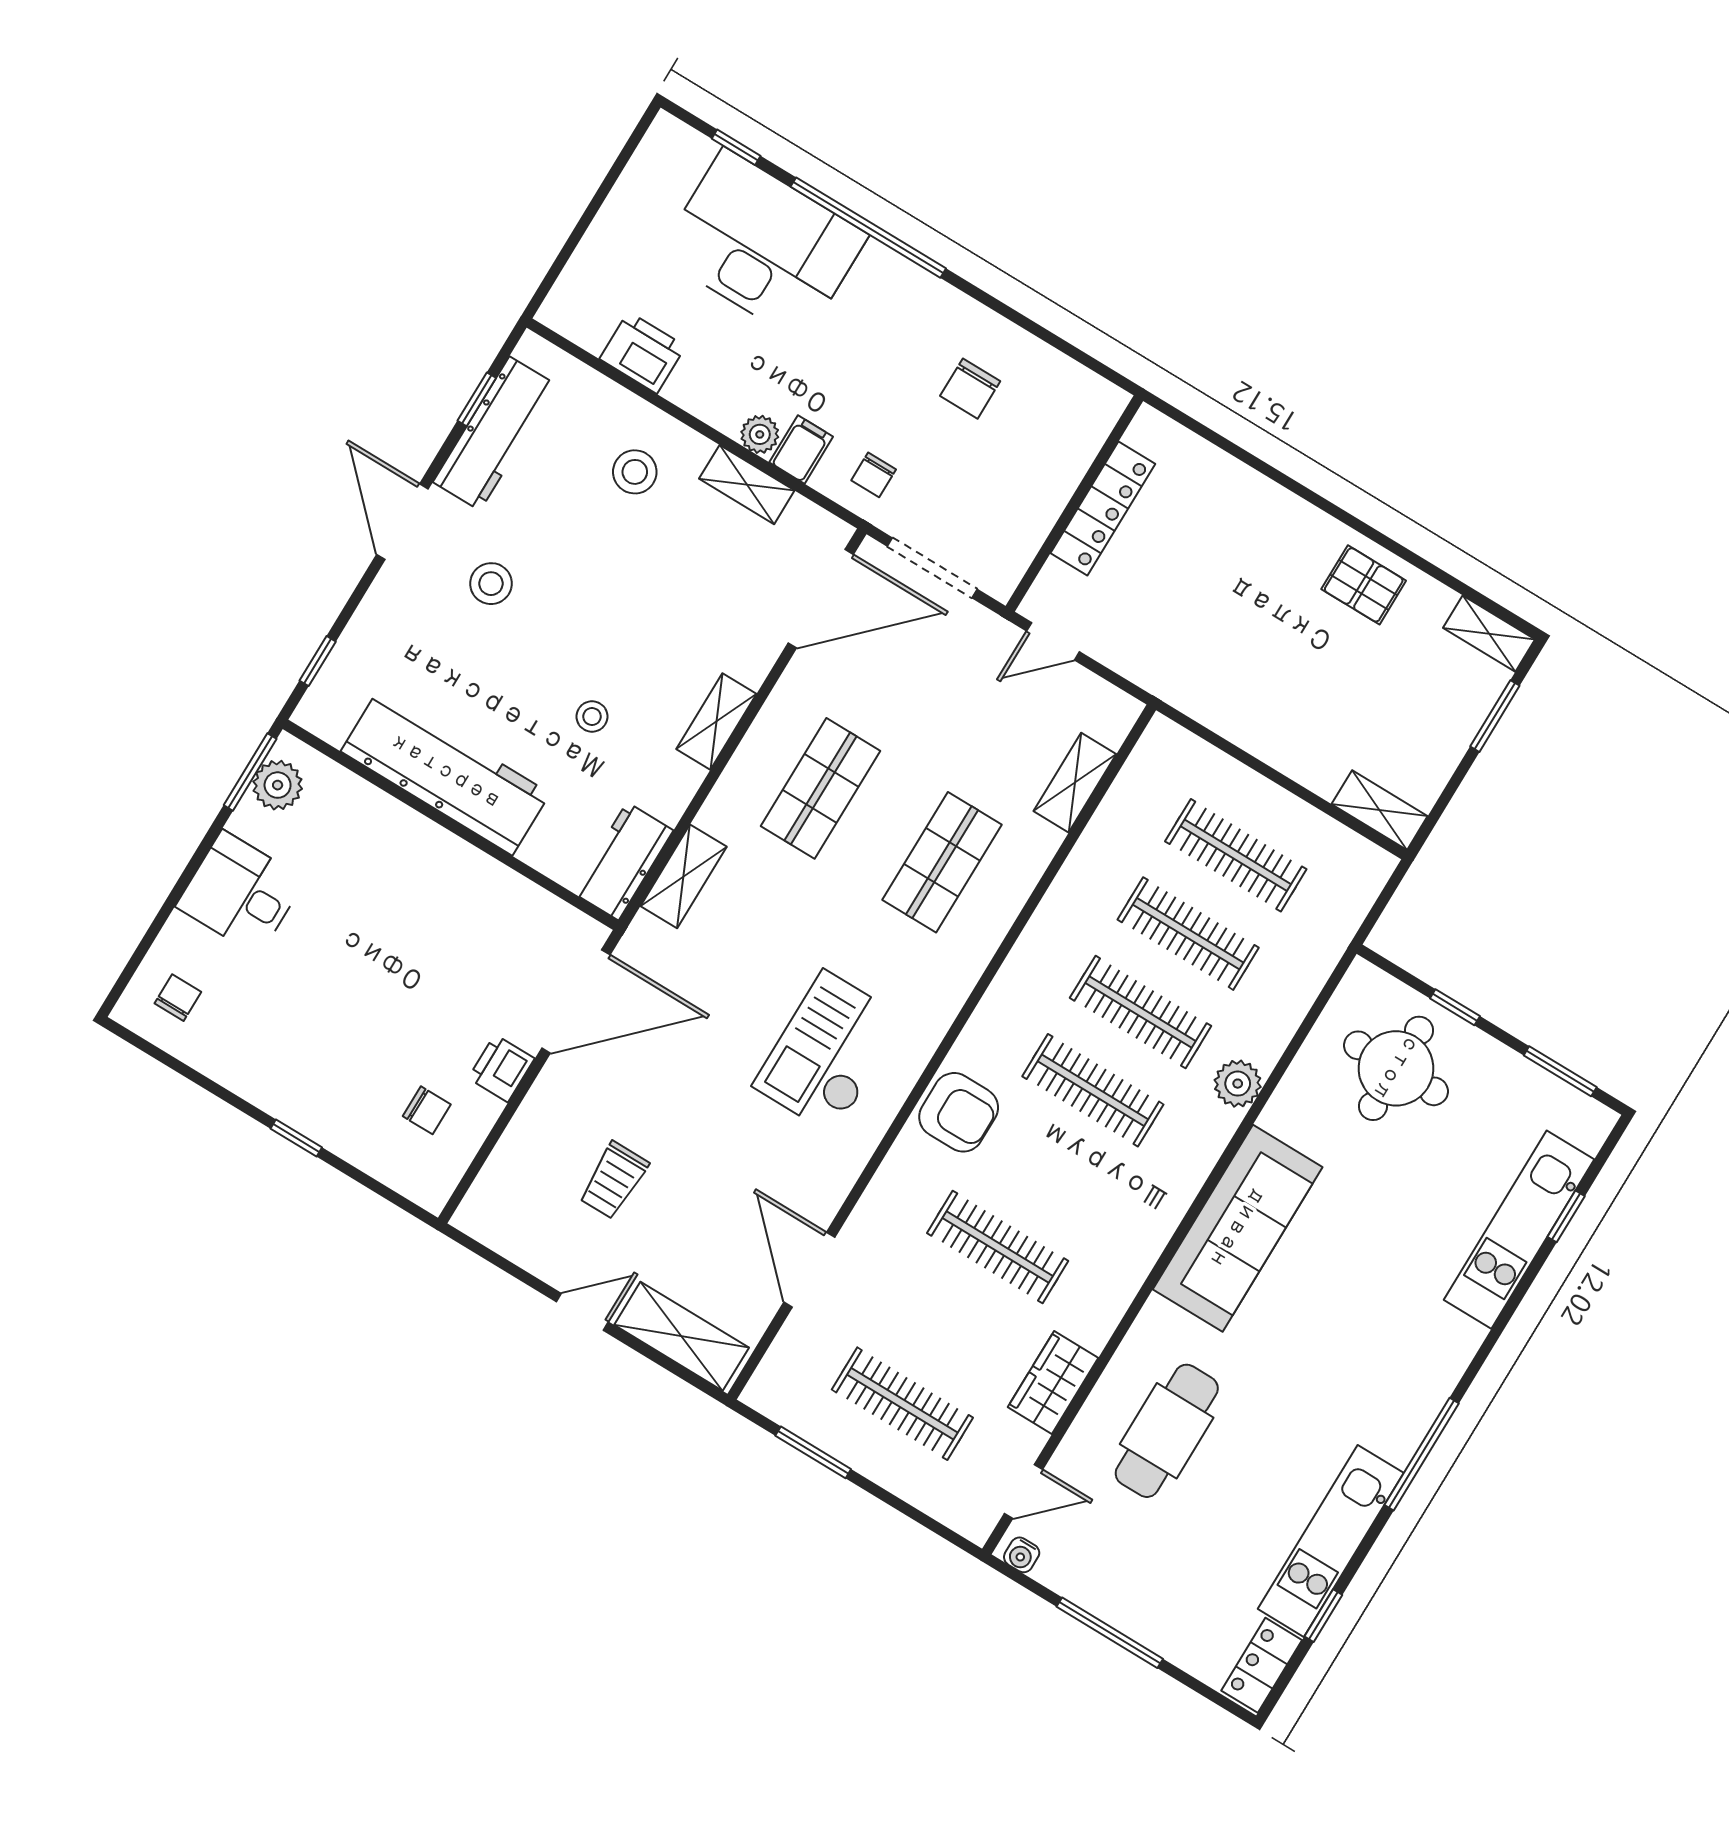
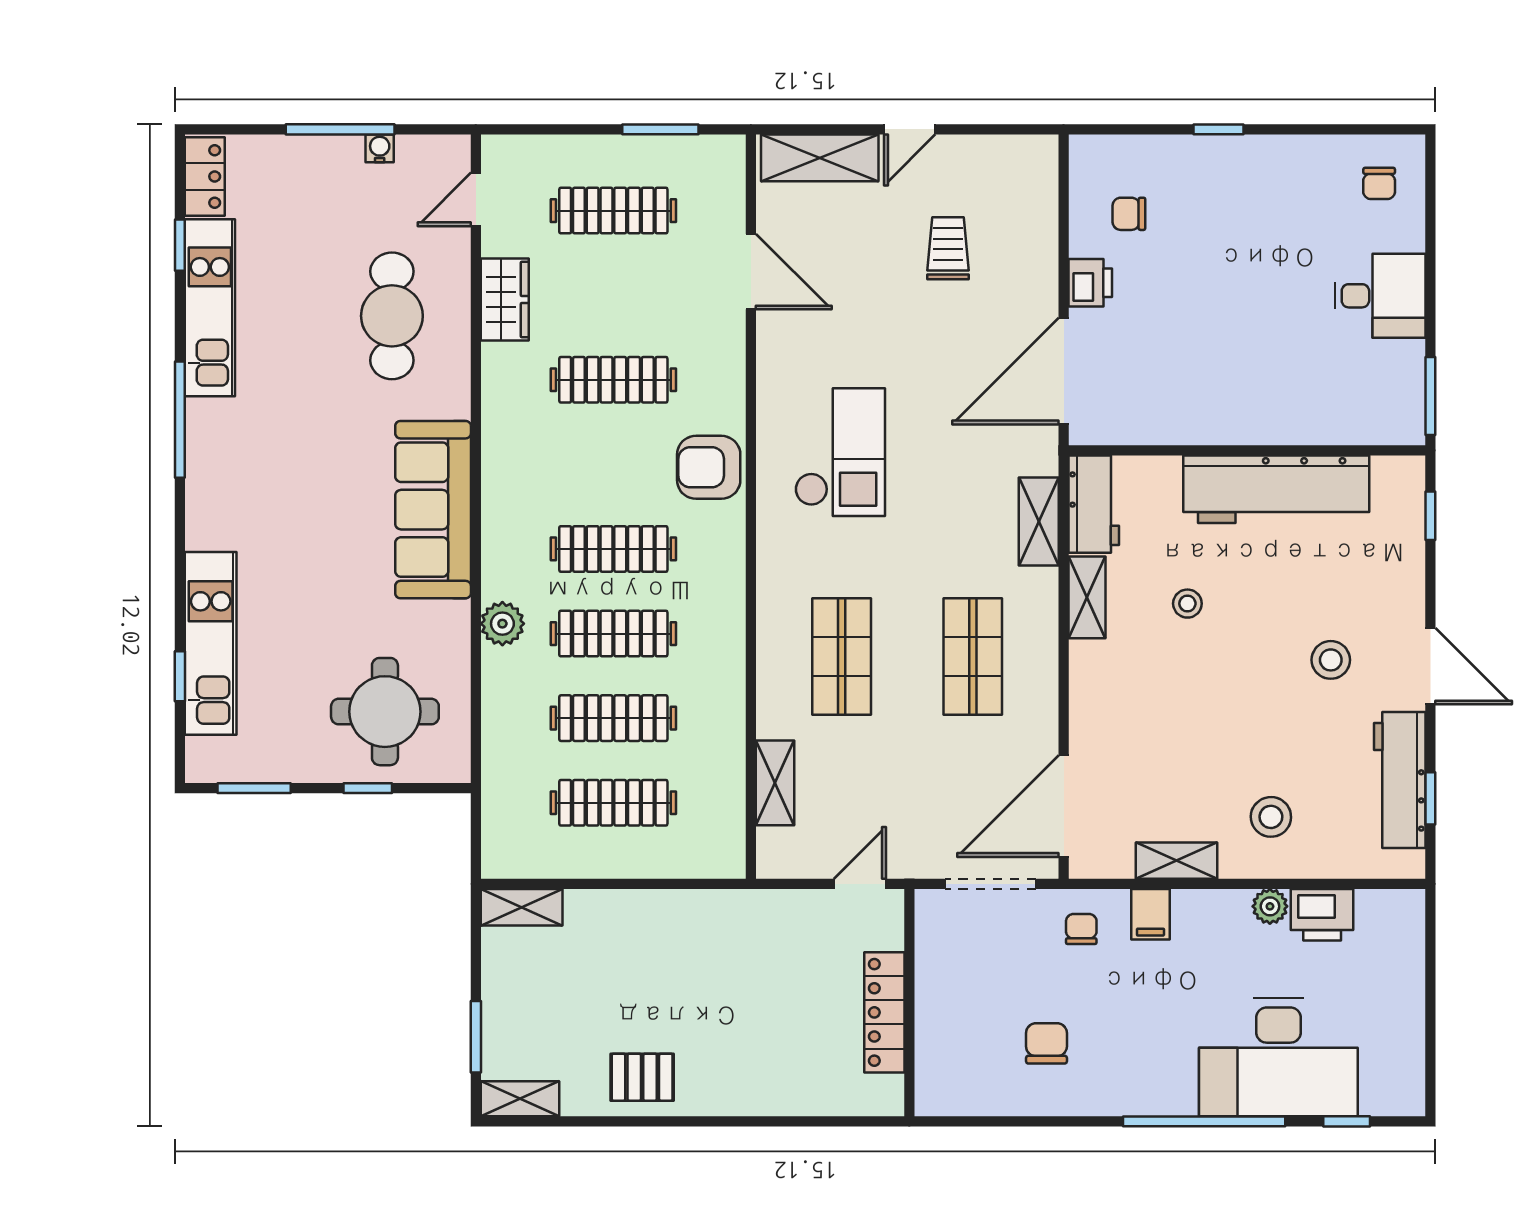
plant: (760, 434) -> (1270, 906), moved
shelving: (716, 722) -> (1087, 597), moved
plant: (278, 785) -> (1402, 399), removed
water cooler: (1022, 1555) -> (380, 148), moved

